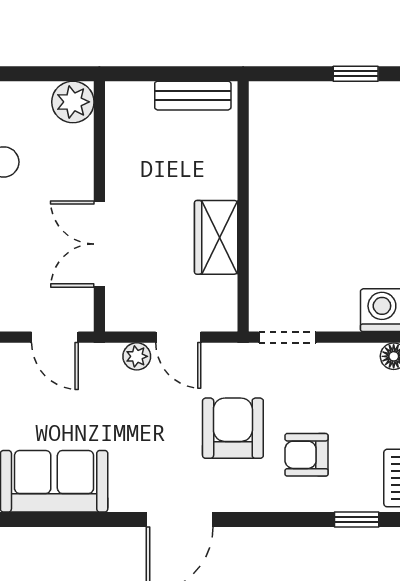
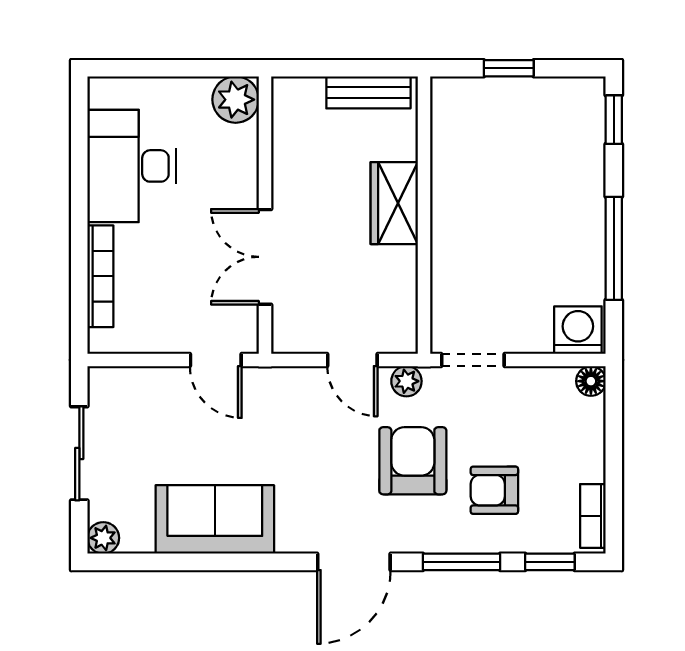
window: (356, 74) -> (509, 68), moved
wardrobe: (216, 237) -> (394, 203), moved
plant: (137, 356) -> (406, 381), moved
window: (277, 520) -> (462, 562), added

